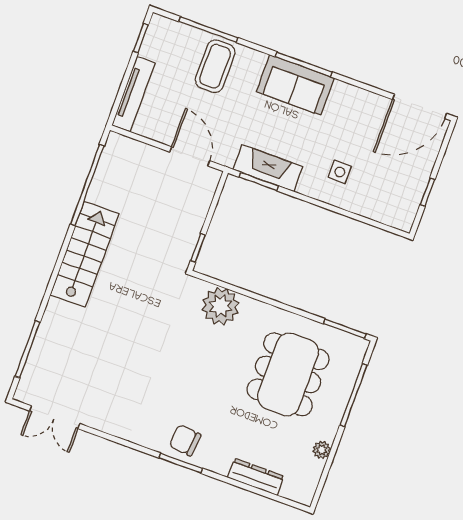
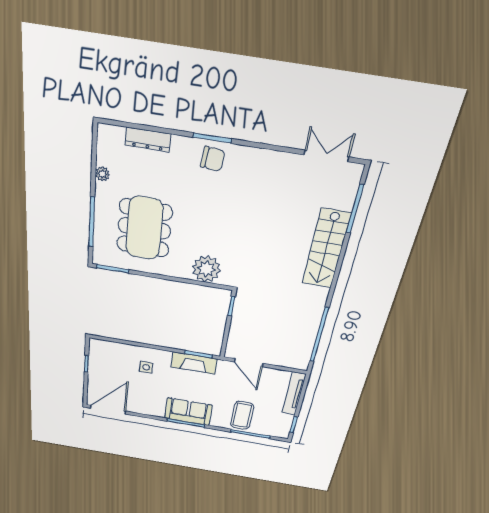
stairs: (85, 254) -> (326, 249), moved

